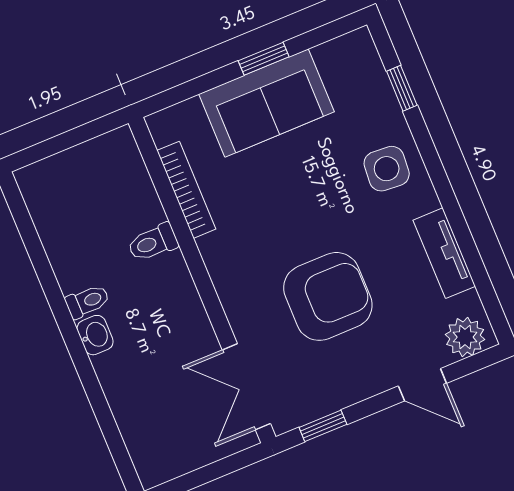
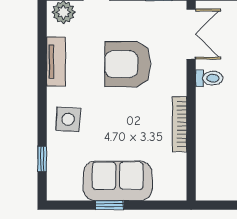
bookcase: (186, 190) -> (180, 124), moved
toilet: (153, 243) -> (209, 78), moved

